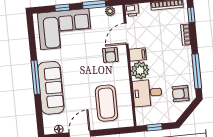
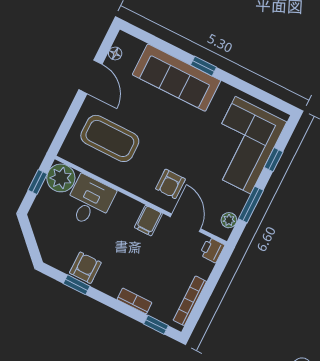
armchair: (110, 55) -> (170, 184), turned -90
plant: (140, 70) -> (61, 178), moved
window: (197, 71) -> (77, 285), width x0.46
window: (36, 77) -> (203, 66), width x0.46
armchair: (181, 94) -> (85, 268), moved

